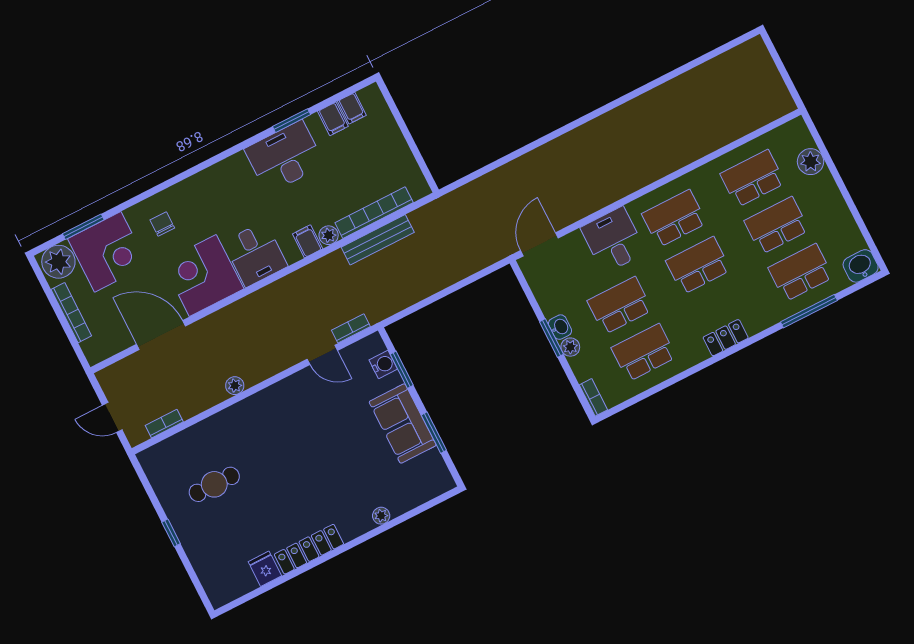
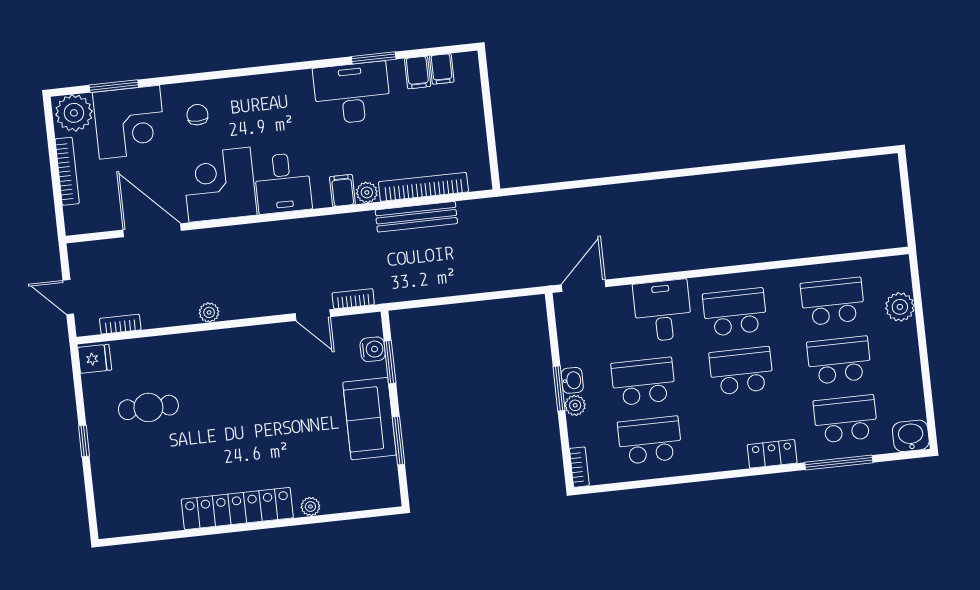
locker: (726, 338) -> (772, 454), moved
locker: (309, 549) -> (237, 508), width x1.41, depth x1.21
fridge: (265, 569) -> (95, 359), moved, turned 90

